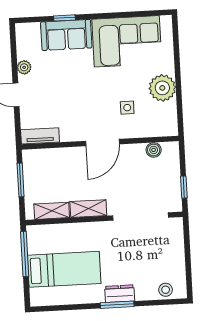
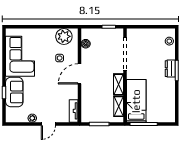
plant: (162, 88) -> (64, 36), moved
door: (102, 143) -> (80, 74), swing flipped
bed: (64, 269) -> (136, 101), moved

